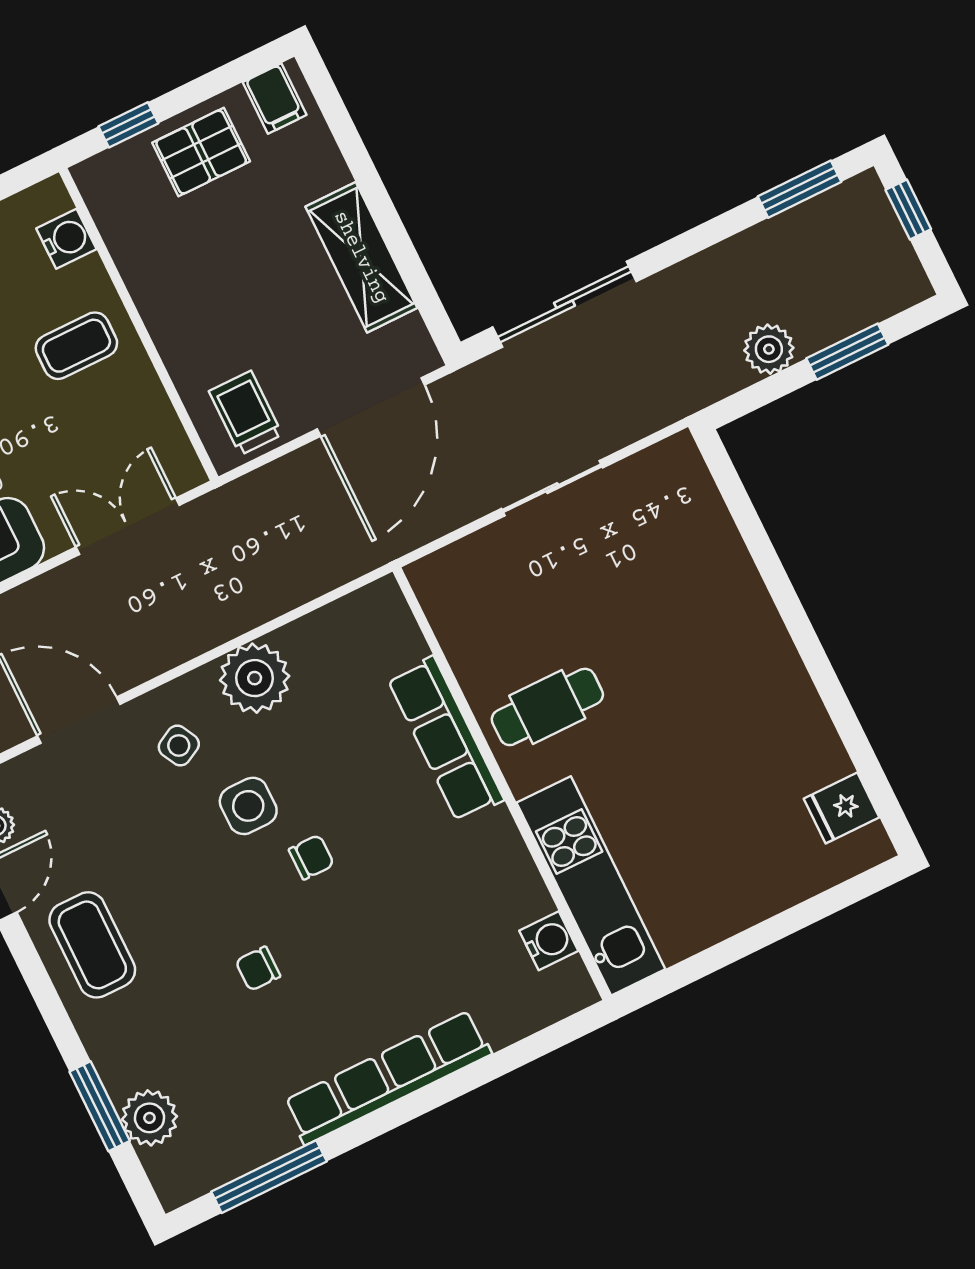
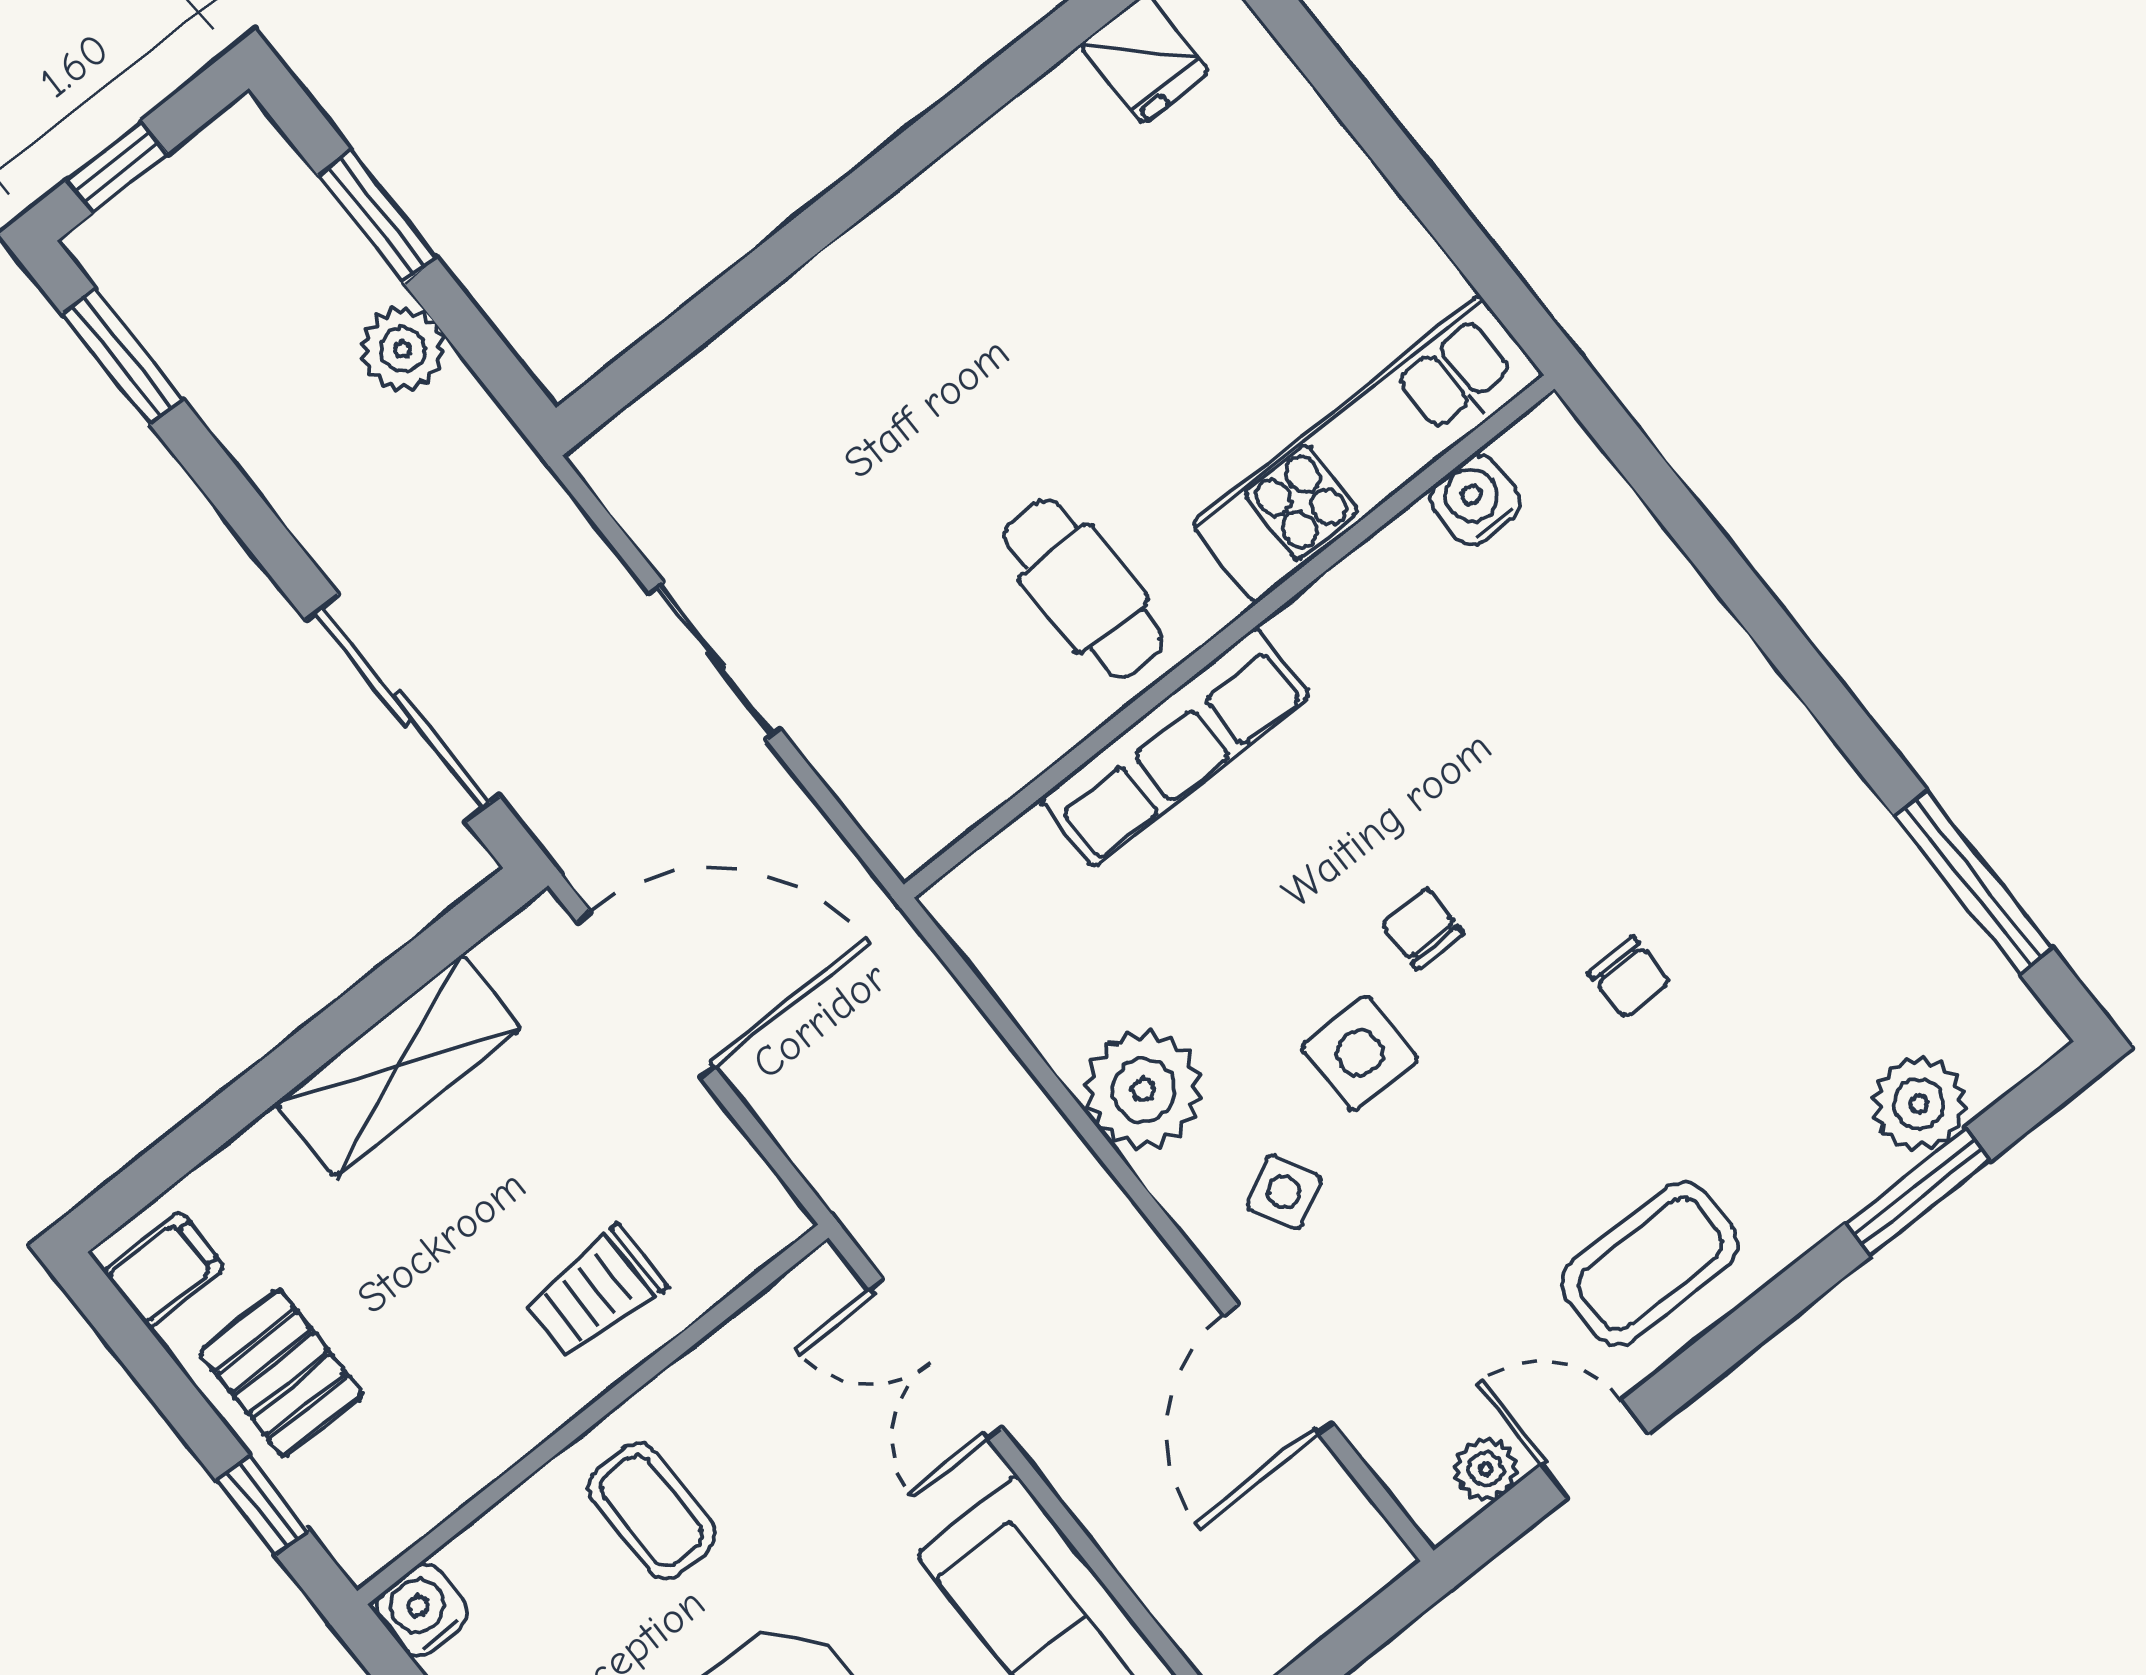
water cooler: (66, 239) -> (422, 1610), moved
trolley: (246, 413) -> (595, 1293), moved
row of seats: (388, 1078) -> (1764, 720), removed

